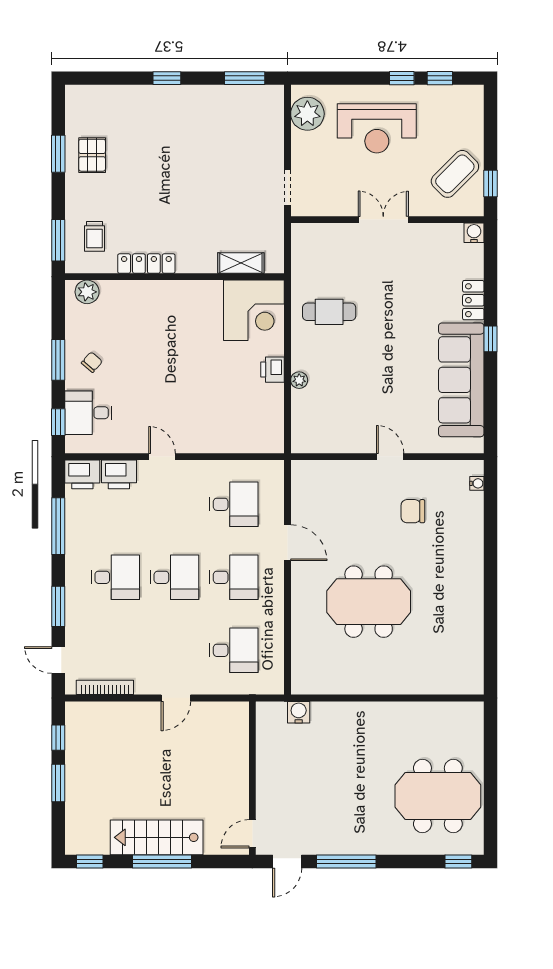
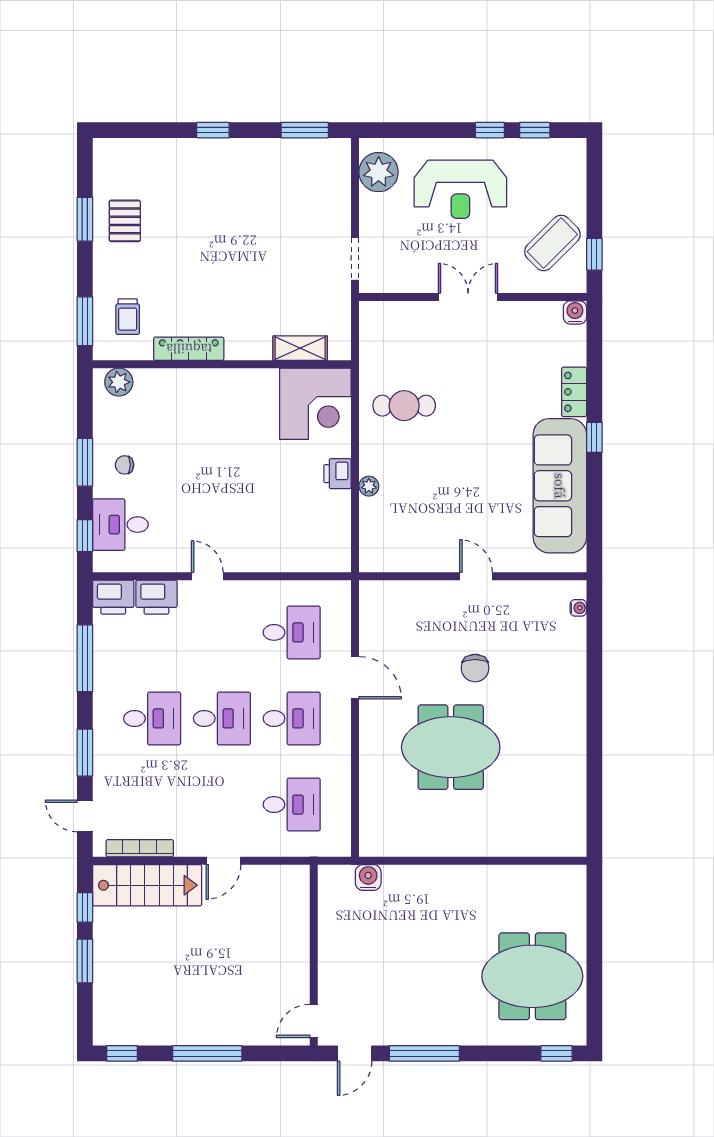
chair: (92, 362) -> (124, 465), turned -131
chair: (413, 511) -> (475, 668), moved, turned -90
stairs: (157, 837) -> (147, 885), moved, turned 180

